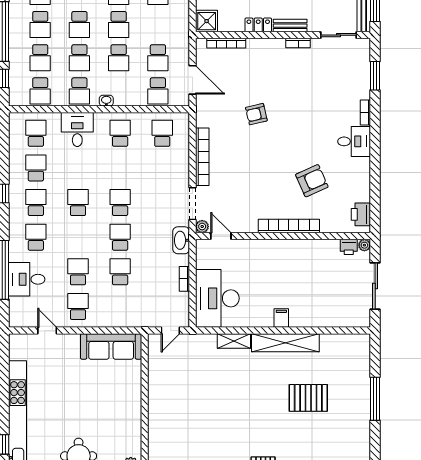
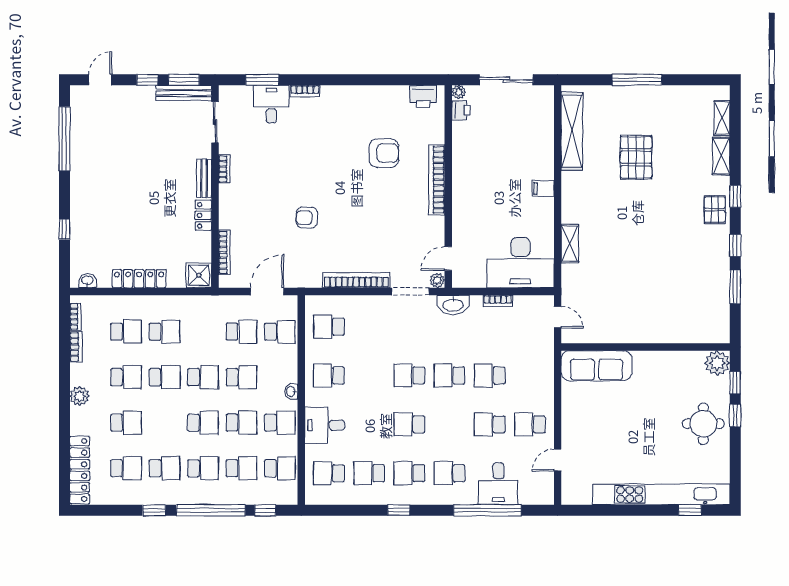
armchair: (256, 114) -> (307, 217), turned 103
desk: (354, 141) -> (271, 104), moved
armchair: (312, 181) -> (384, 153), turned 114
shelving: (285, 343) -> (572, 131), moved
sofa: (111, 346) -> (597, 366), moved, turned 90

